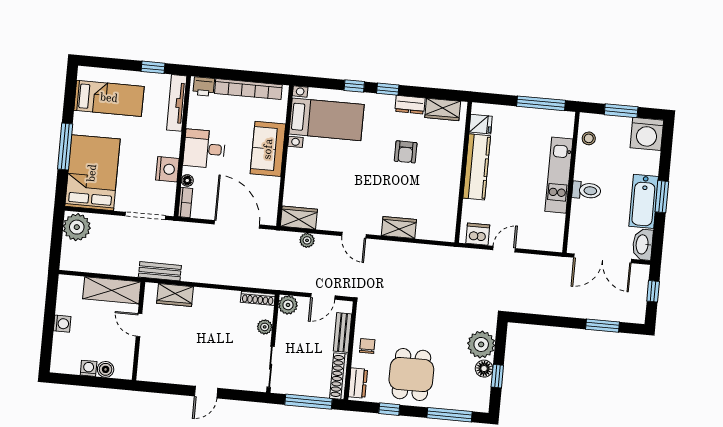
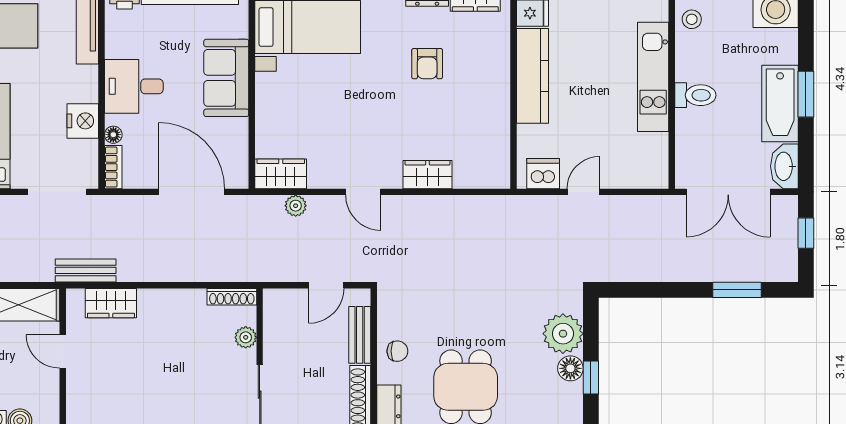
plant: (288, 305) -> (277, 302), removed
chair: (367, 346) -> (397, 351), turned 90

